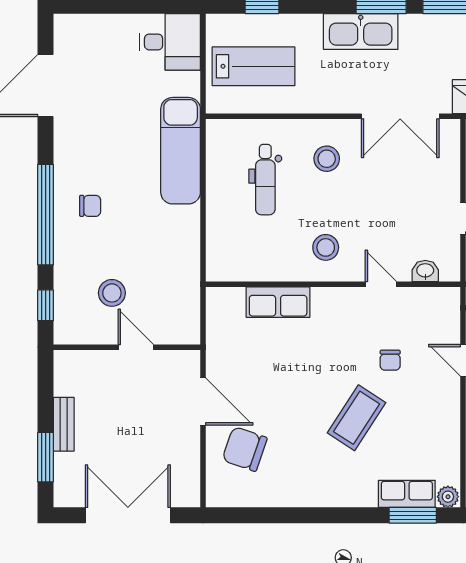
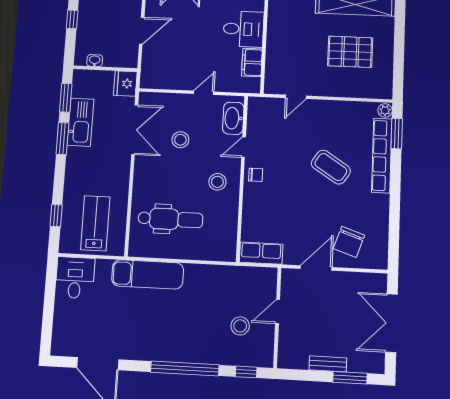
kitchen sink: (361, 32) -> (80, 122), moved
stool: (327, 159) -> (180, 140), moved
dental chair: (265, 180) -> (170, 219), width x1.36, depth x1.38
chair: (90, 206) -> (181, 338), removed
washbasin: (425, 271) -> (233, 118), width x1.91, depth x1.45
row of seats: (278, 302) -> (261, 253), moved, turned -90
chair: (390, 360) -> (256, 175), moved
row of seats: (407, 494) -> (382, 155), width x2.02

